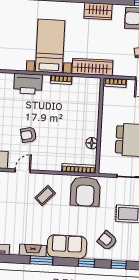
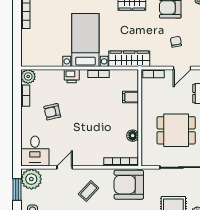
printer: (28, 84) -> (72, 76), width x0.53, depth x0.68
filing cabinet: (92, 105) -> (131, 97), added
armchair: (28, 135) -> (52, 112), moved
armchair: (85, 191) -> (129, 185), turned 90

